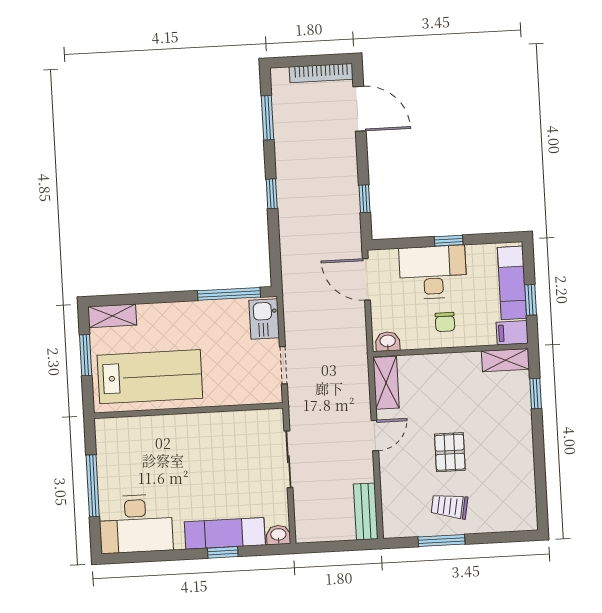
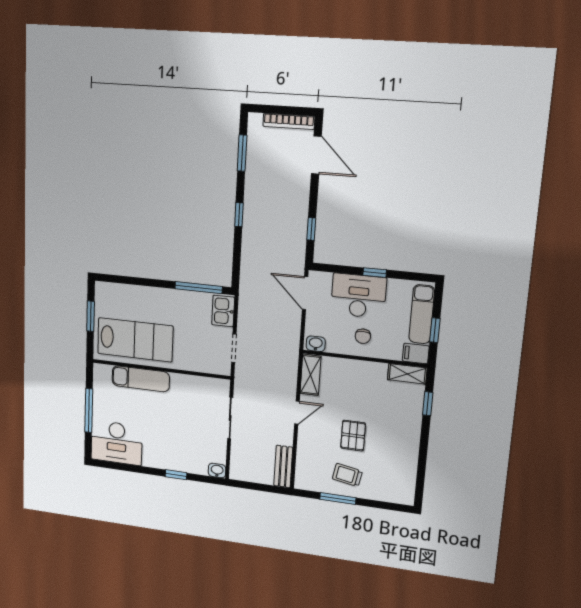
shelving: (112, 316) -> (112, 290), removed
exam couch: (225, 533) -> (141, 379), moved, turned 180

